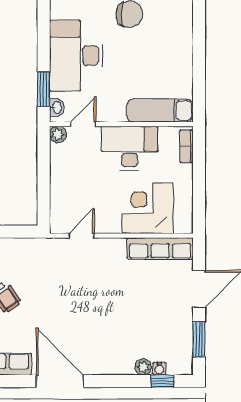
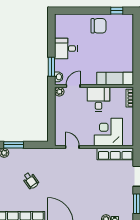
desk: (76, 56) -> (66, 48), width x0.53, depth x0.77
desk: (129, 148) -> (98, 99), width x0.73
door: (82, 236) -> (72, 147), hinge flipped

